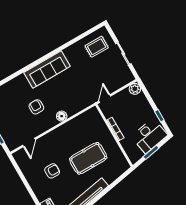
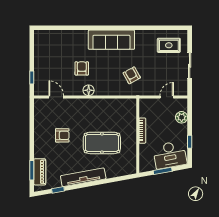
armchair: (80, 89) -> (132, 75), added
plant: (135, 89) -> (182, 117), moved
door: (105, 99) -> (167, 97), moved
floor lamp: (62, 116) -> (89, 90), moved
door: (29, 142) -> (56, 97), swing flipped

